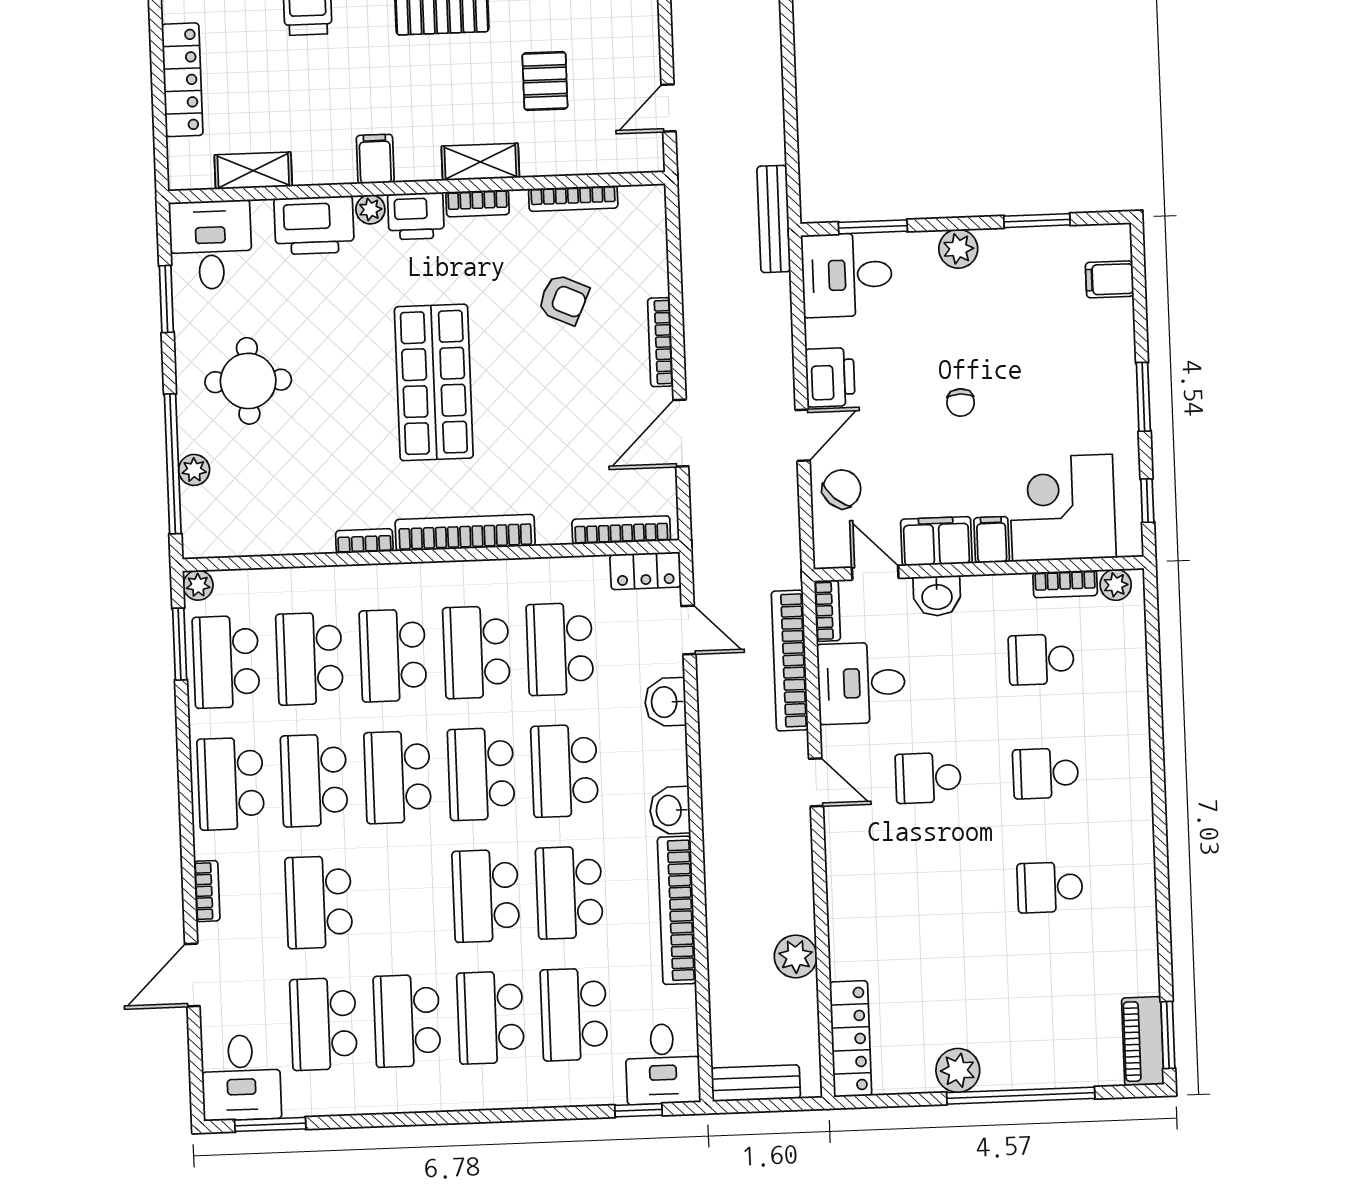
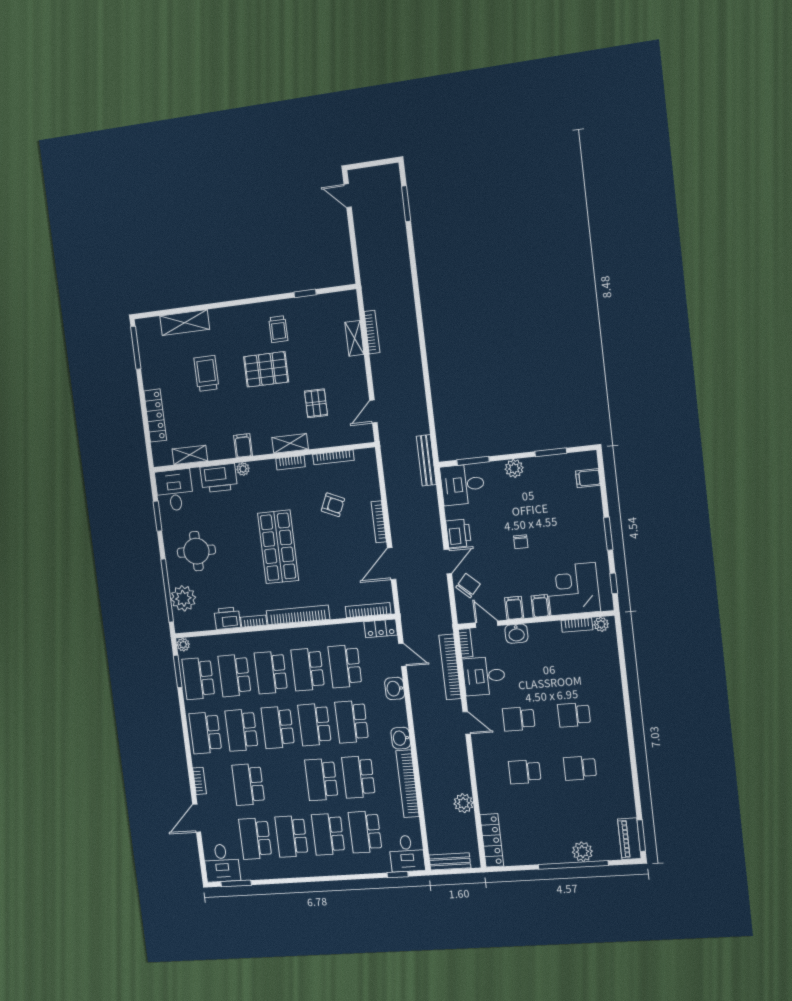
printer: (416, 216) -> (227, 618), moved, turned 180
plant: (194, 470) -> (183, 598), width x1.88, depth x1.88
filing cabinet: (936, 541) -> (514, 608), width x0.50
school desk: (1041, 659) -> (525, 772), moved
plant: (958, 1070) -> (582, 852), moved

